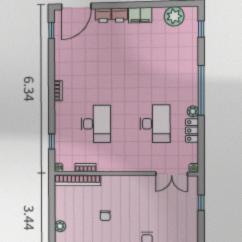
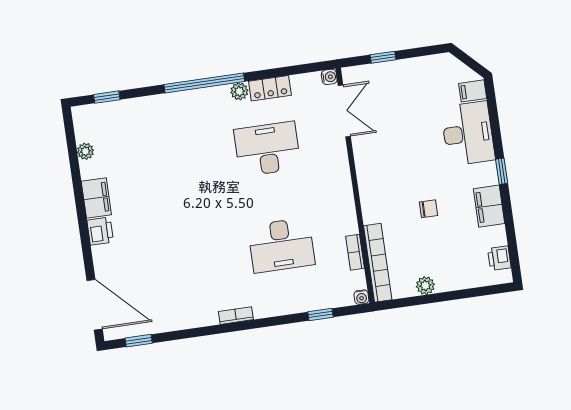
printer: (103, 16) -> (104, 258), removed
plant: (174, 16) -> (85, 151), width x0.53, depth x0.53
desk: (96, 124) -> (281, 245), turned 180
plant: (60, 226) -> (425, 286), moved

